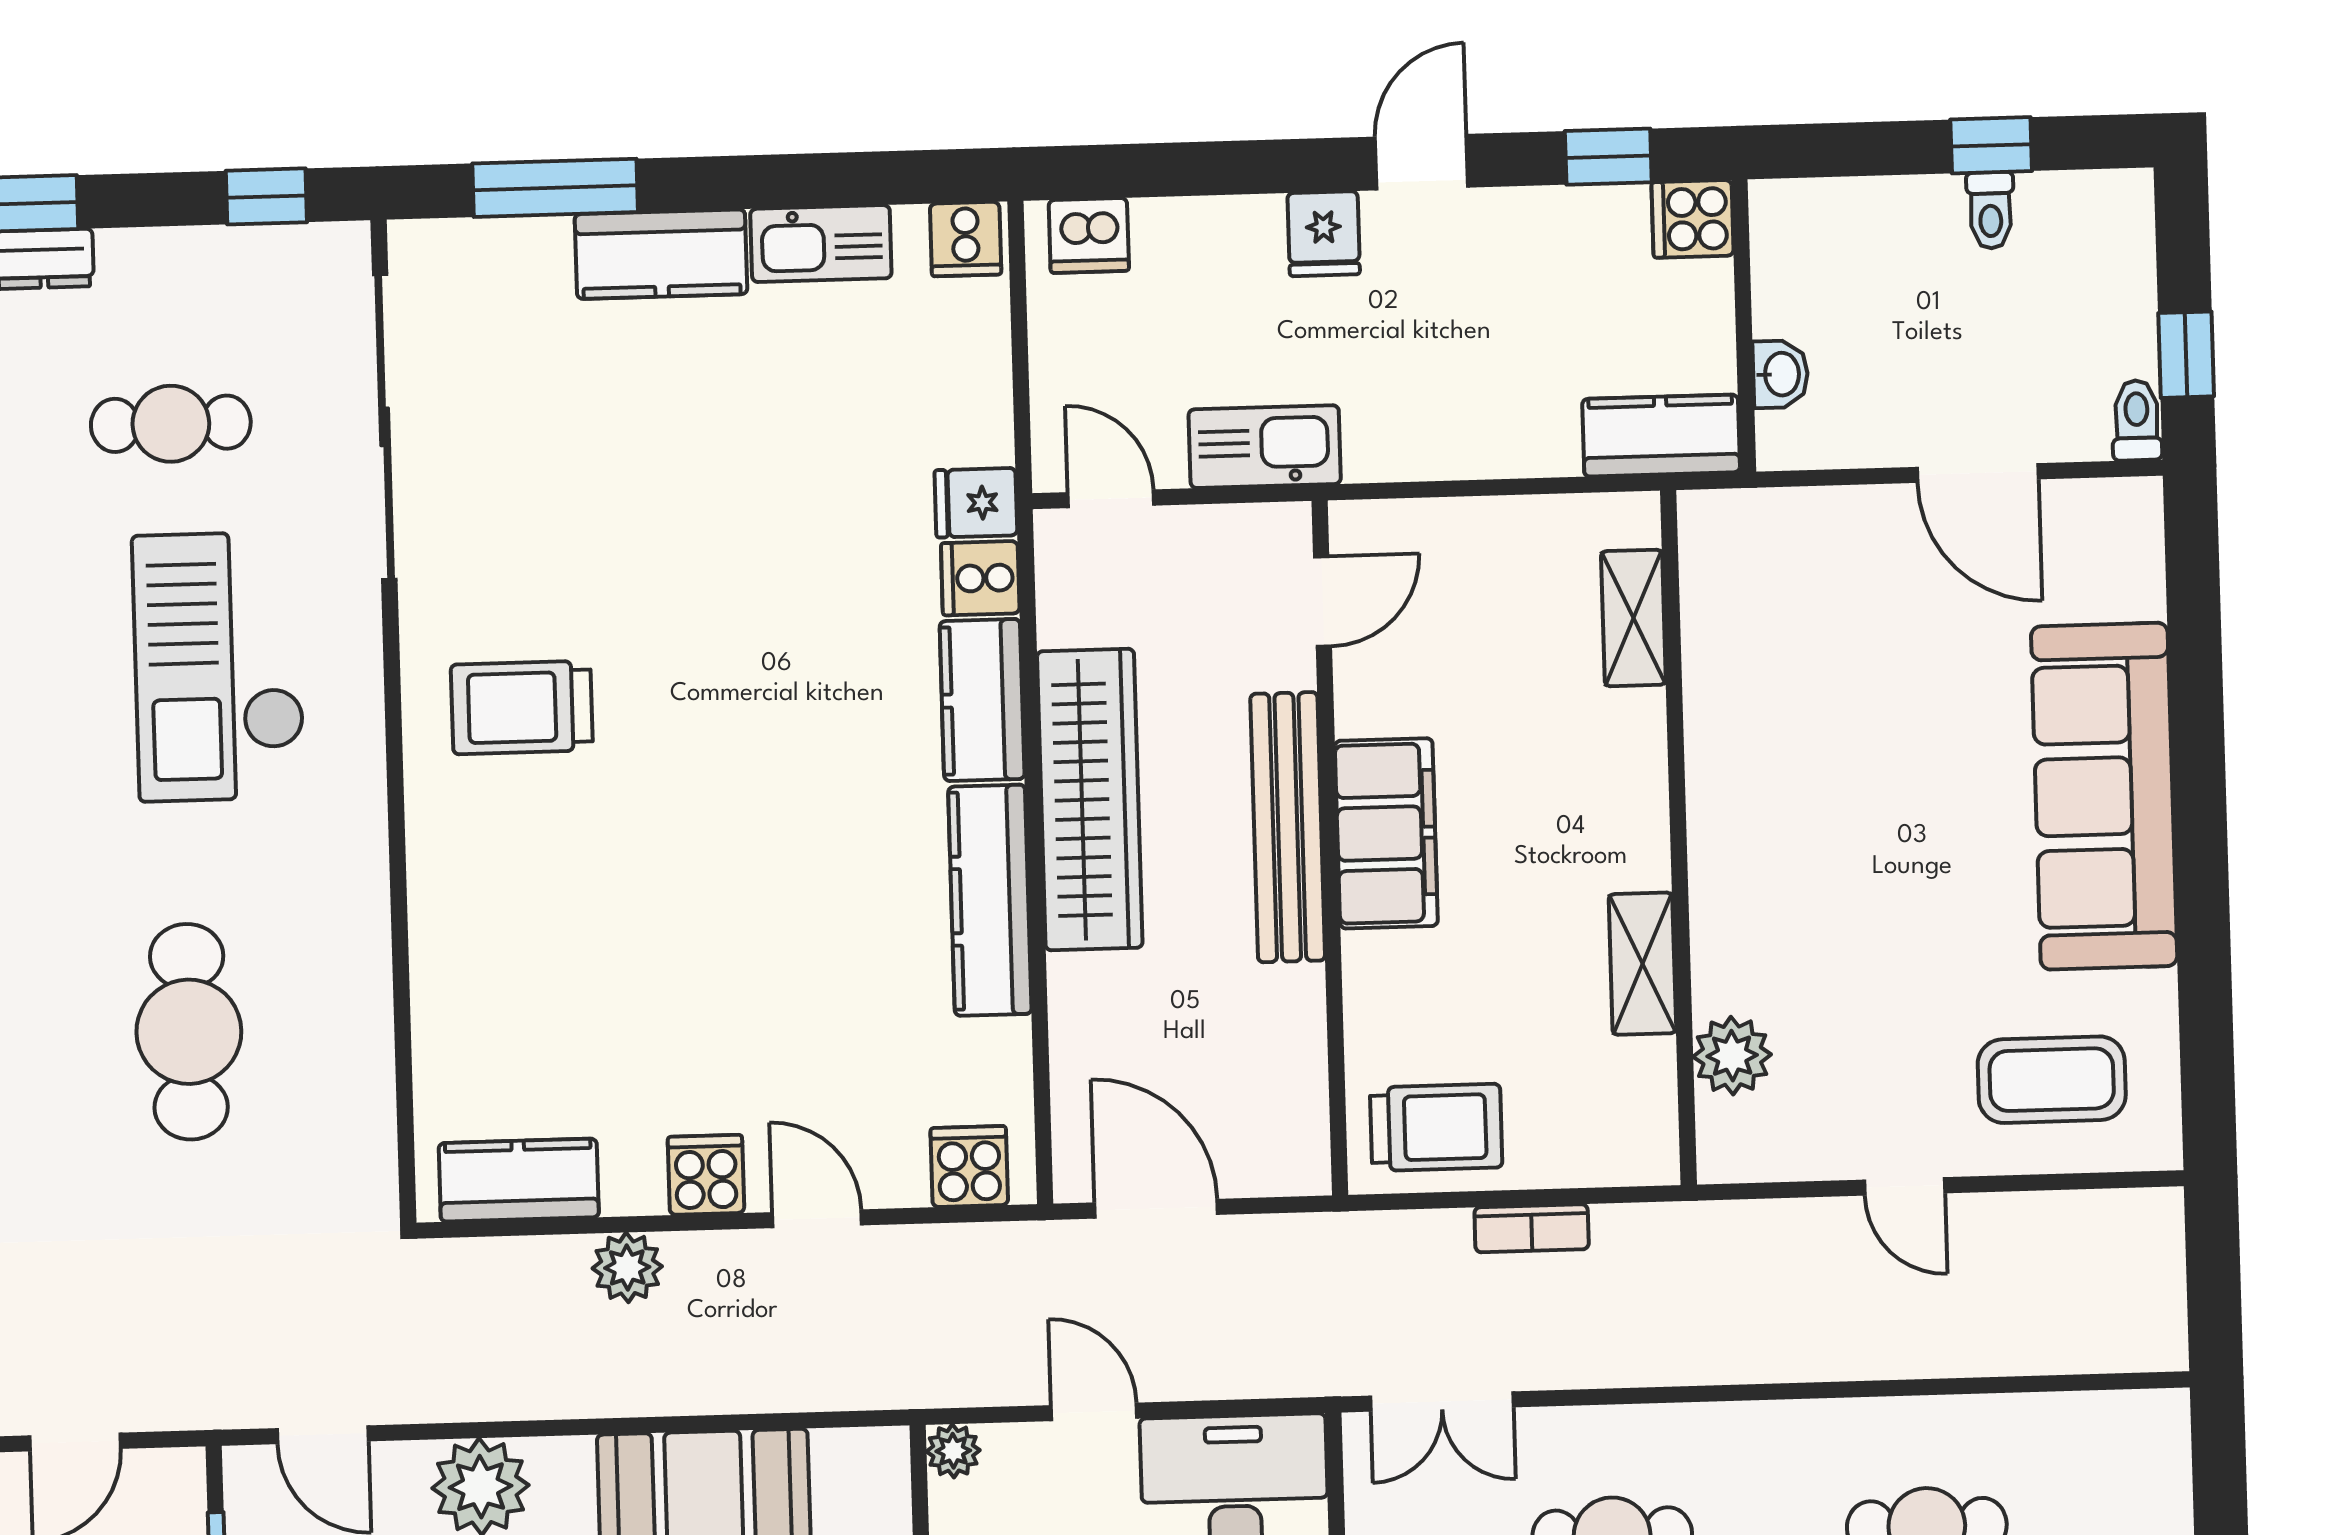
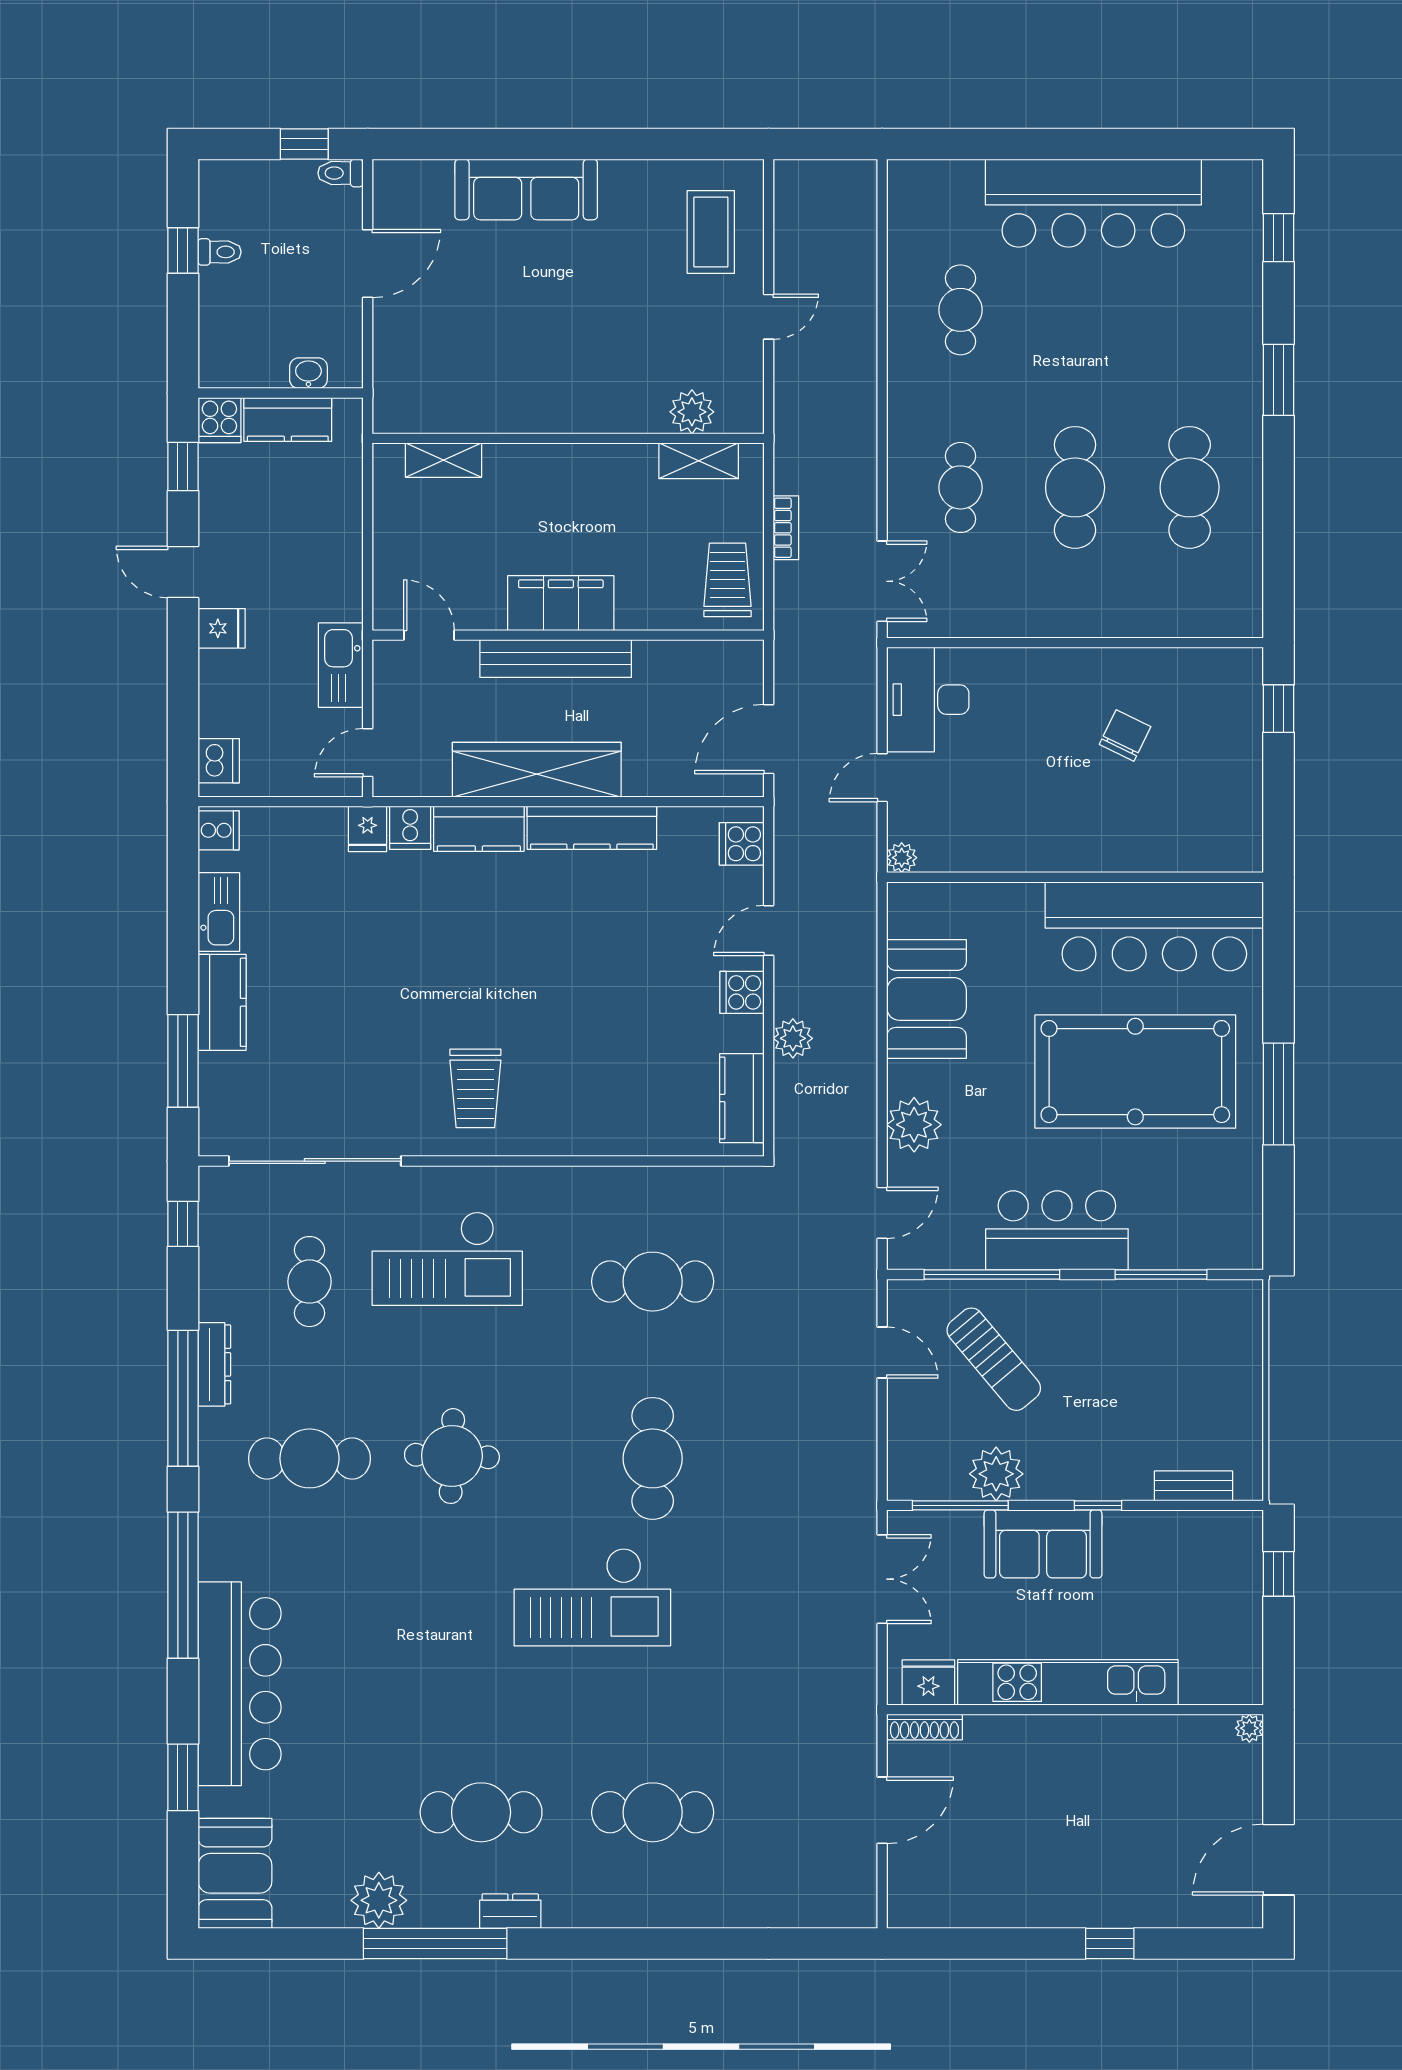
kitchen counter: (1661, 435) -> (288, 419), moved, turned -90
sofa: (2104, 796) -> (526, 189), width x0.74, depth x0.79
shelving: (1642, 964) -> (699, 461), moved

